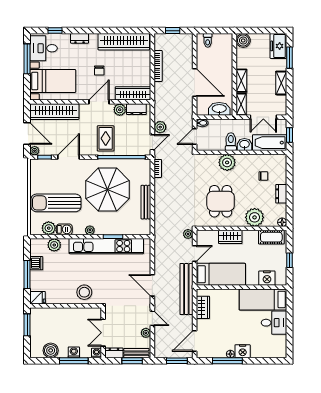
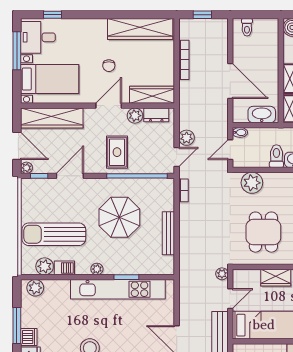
dresser: (80, 38) -> (84, 25), removed
plant: (227, 162) -> (252, 183), moved
parasol: (108, 190) -> (119, 217), width x0.73, depth x0.73
plant: (54, 245) -> (35, 288), moved
dishwasher: (36, 263) -> (29, 337), moved

